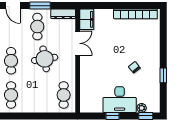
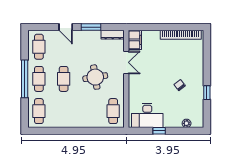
cafe table: (37, 27) -> (88, 47), removed
cafe table: (11, 95) -> (64, 111), removed
desk: (120, 100) -> (147, 115), moved
window: (146, 116) -> (190, 131), removed

